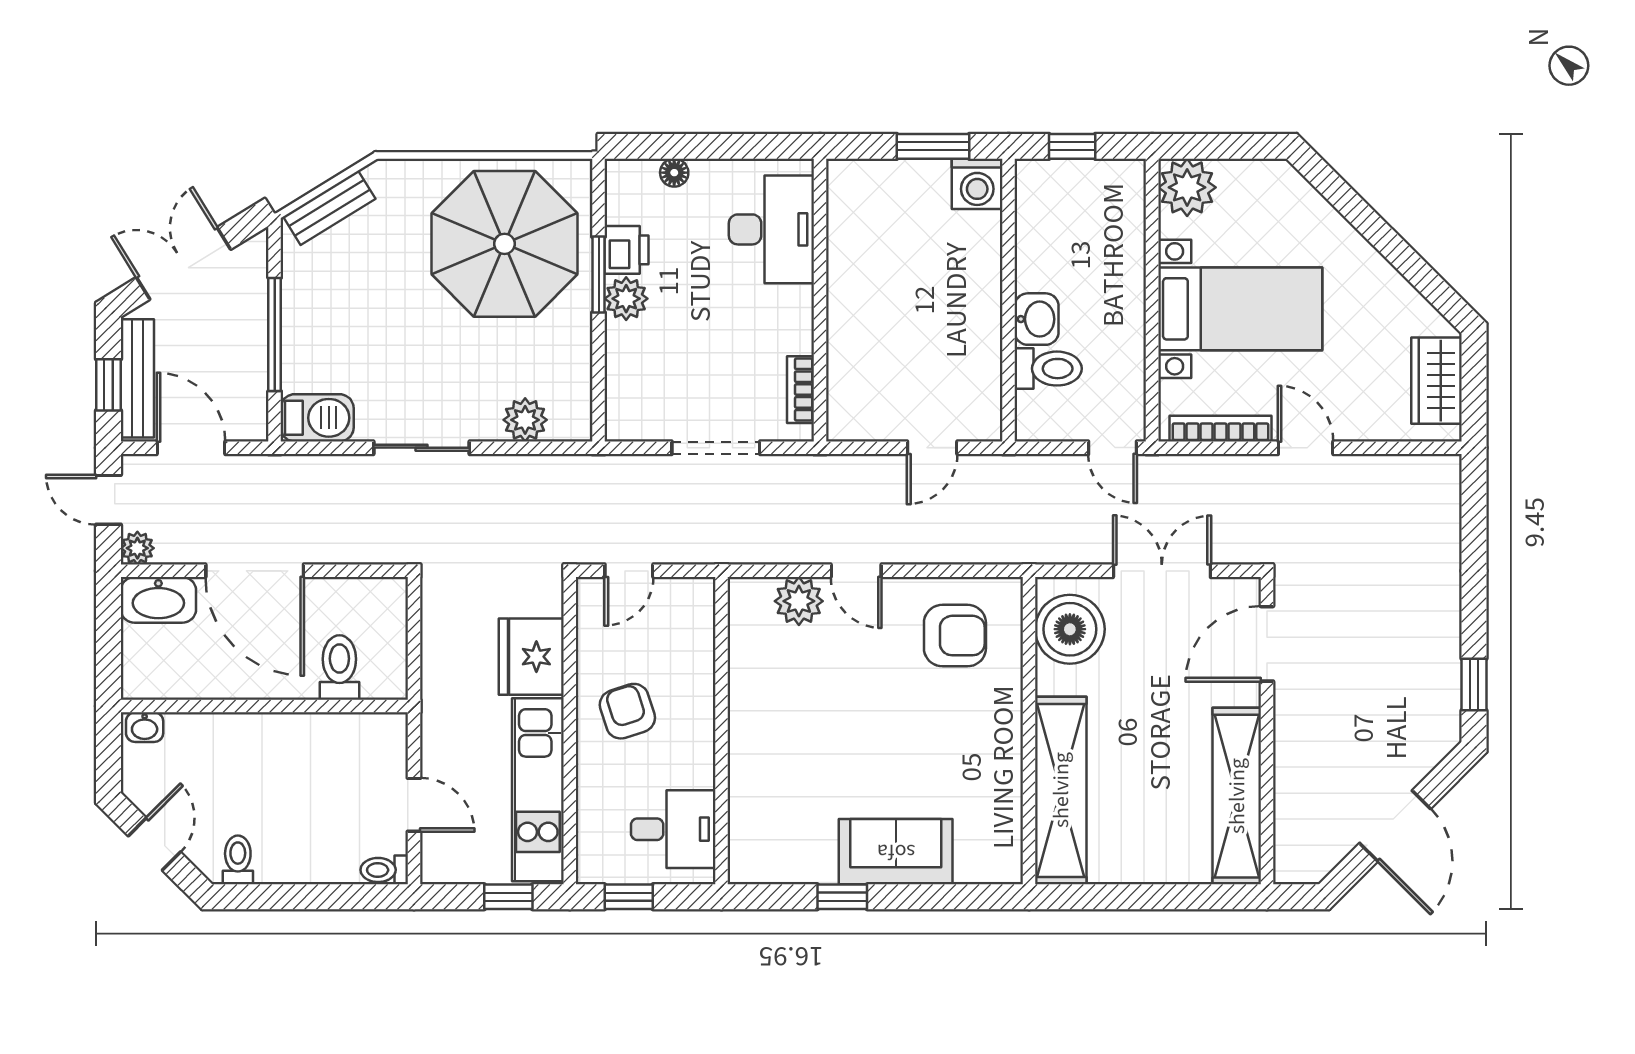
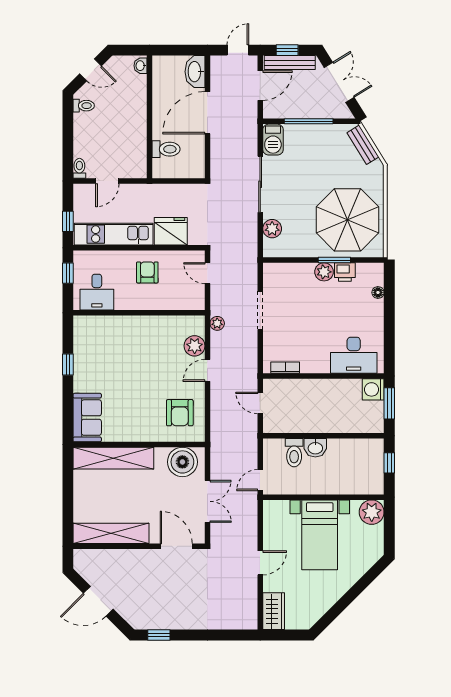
washing machine: (977, 184) -> (373, 389), moved
desk: (771, 229) -> (354, 355), moved
wall: (820, 300) -> (323, 376), moved
wardrobe: (1437, 381) -> (274, 611), moved, turned 90
bookcase: (800, 390) -> (285, 368), moved
bookcase: (1220, 429) -> (268, 526), removed
sliding door: (421, 448) -> (260, 184), width x1.37
plant: (137, 548) -> (217, 323), moved
armchair: (627, 711) -> (147, 272), turned -72
sofa: (896, 852) -> (87, 418), moved

